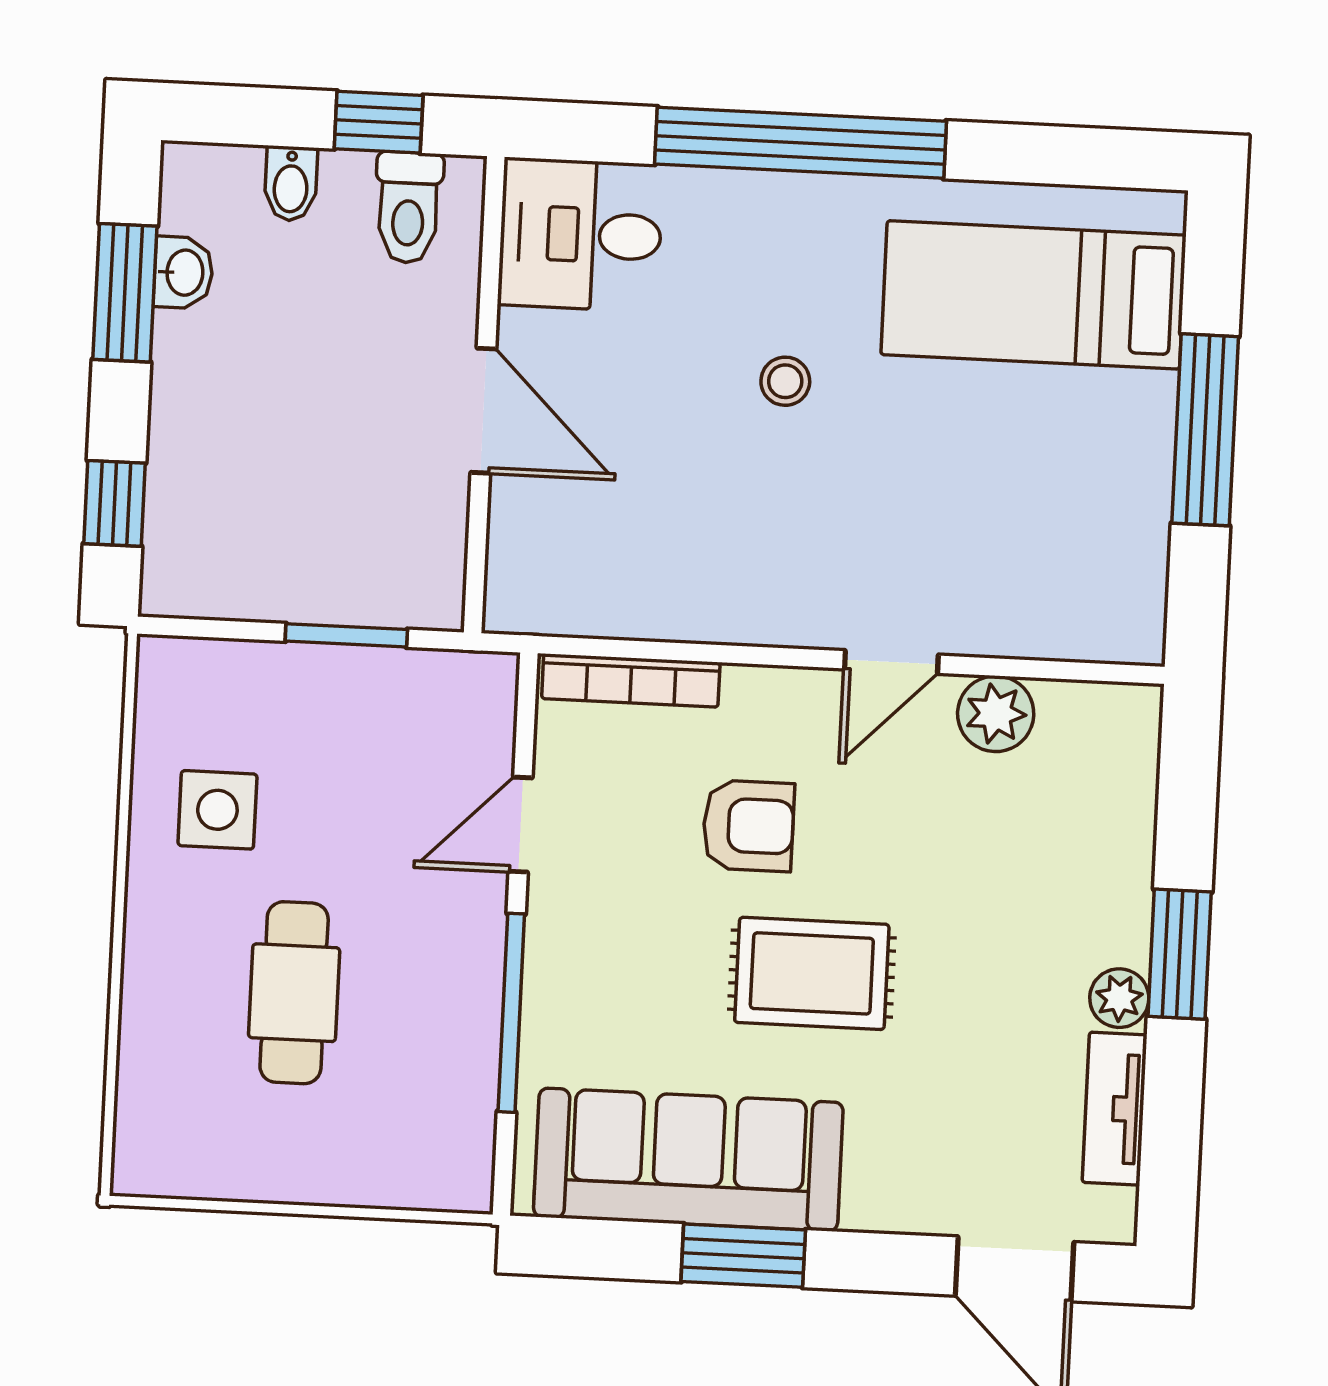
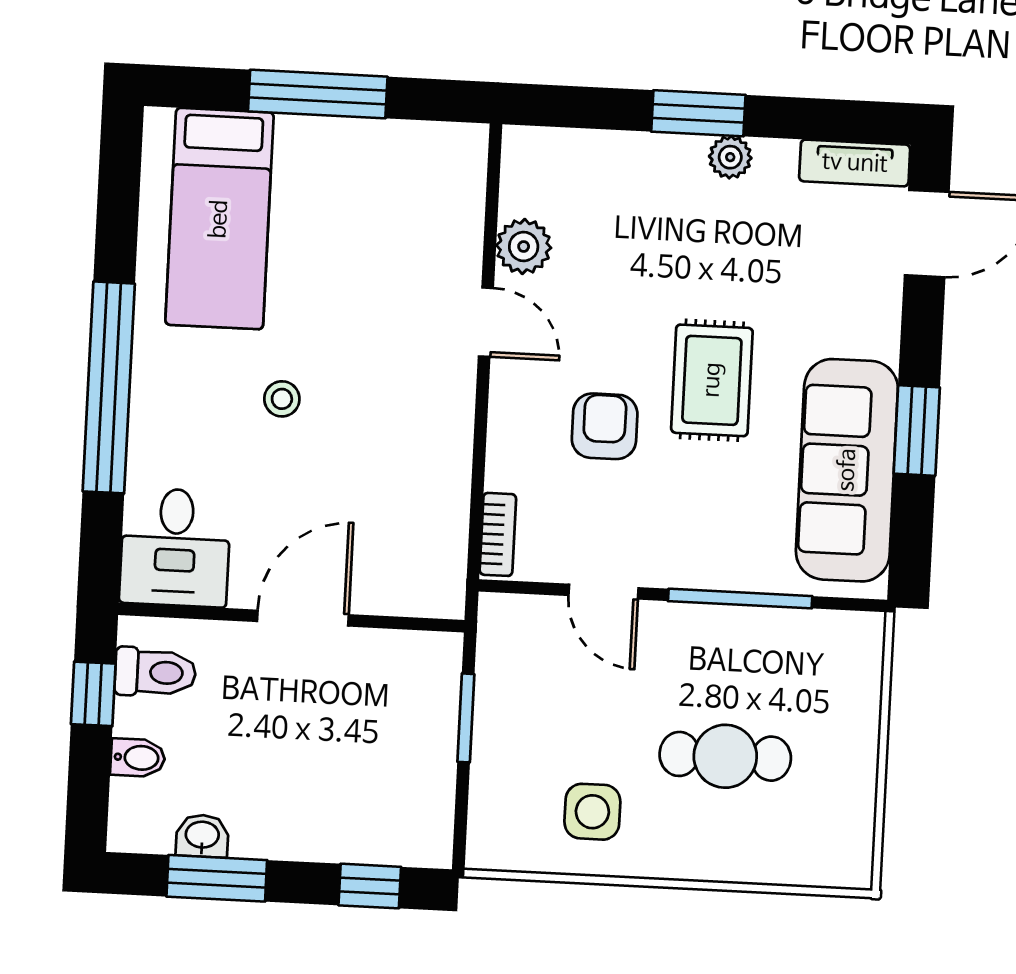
bookcase: (631, 680) -> (498, 534), width x0.64
tv unit: (1115, 1109) -> (855, 163), moved

